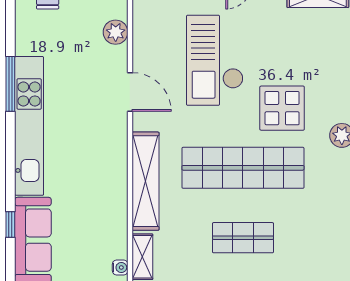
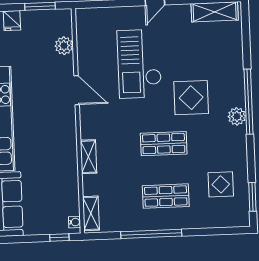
shop shelf: (243, 168) -> (164, 144), width x0.50, depth x0.74
shelving: (146, 181) -> (88, 157), width x0.45, depth x0.75
display table: (317, 225) -> (221, 184), added

